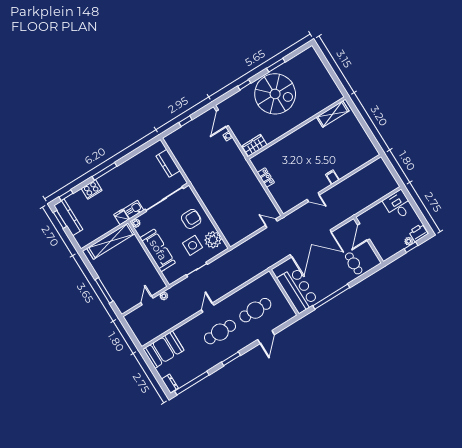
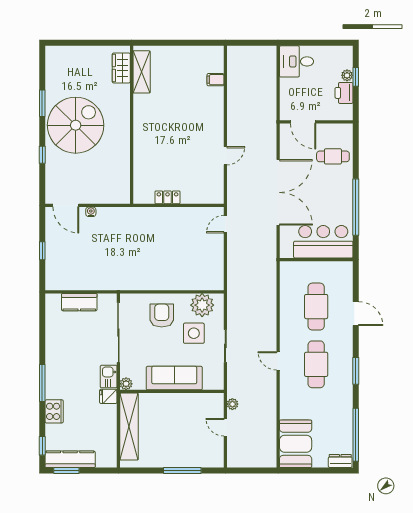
wardrobe: (255, 145) -> (121, 68), moved
filing cabinet: (332, 177) -> (215, 80), moved
printer: (418, 233) -> (344, 93), moved

